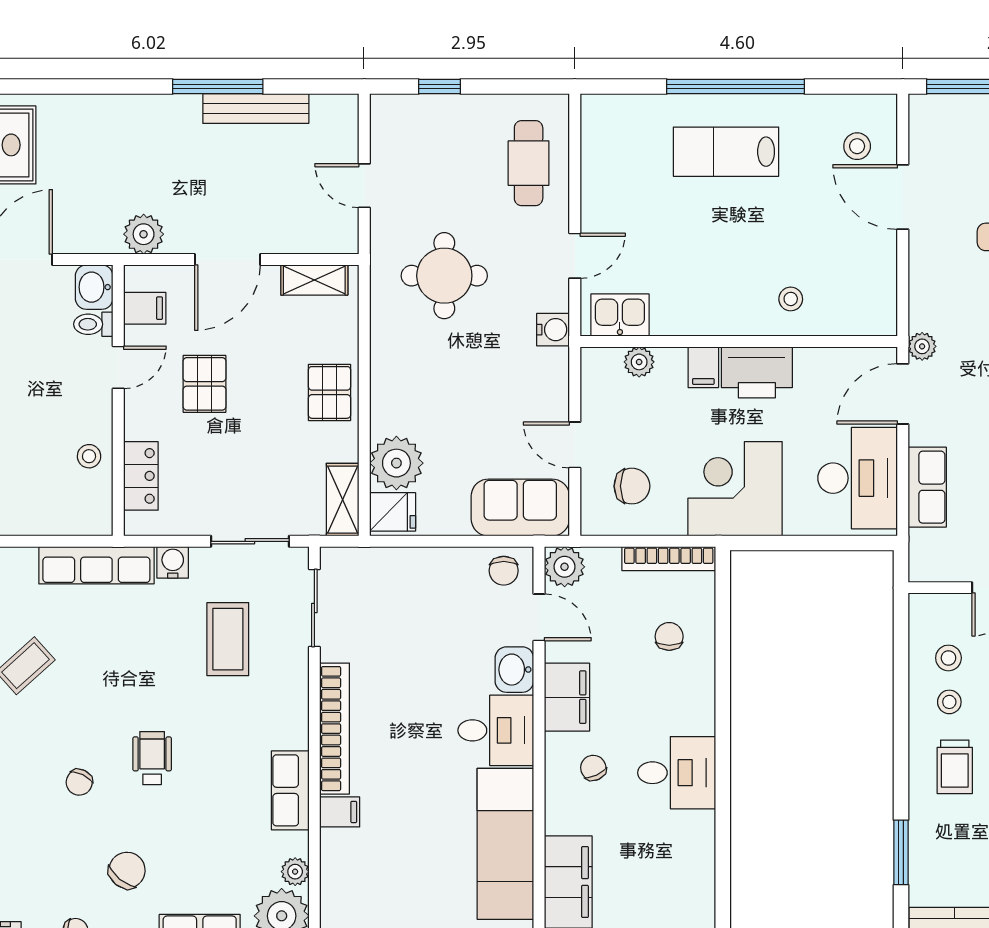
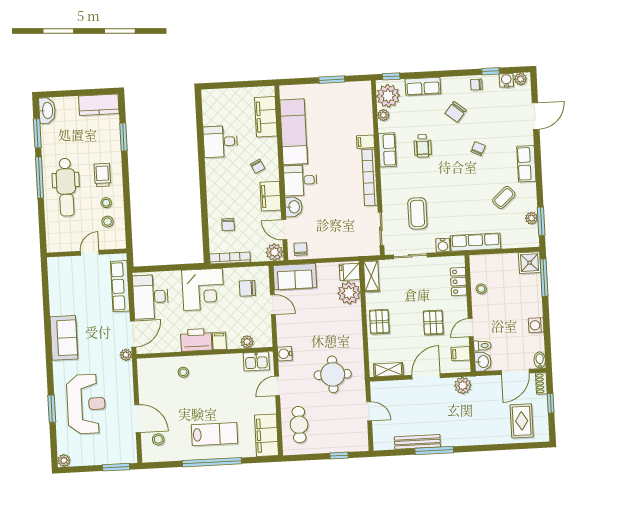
filing cabinet: (605, 142) -> (266, 435), added
row of seats: (927, 487) -> (120, 286), width x1.48
wheelchair: (152, 758) -> (423, 146), moved
desk: (677, 773) -> (220, 142), moved

